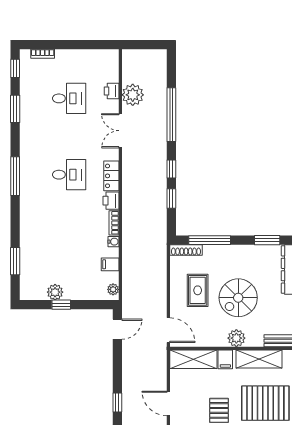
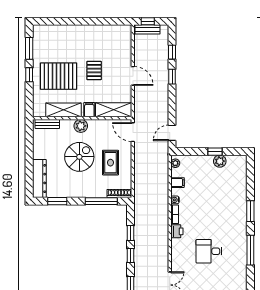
locker: (111, 176) -> (177, 250), removed
window: (15, 261) -> (250, 211), moved

